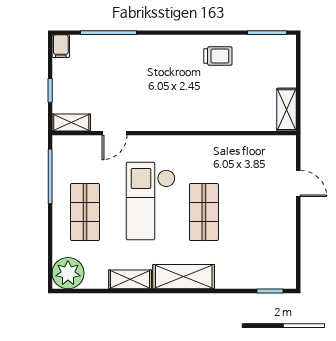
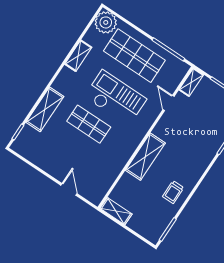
shelving: (198, 118) -> (145, 157), added
door: (298, 183) -> (69, 189), swing flipped
shop shelf: (85, 212) -> (134, 56), width x1.43, depth x1.36
shelving: (184, 277) -> (45, 109), moved

